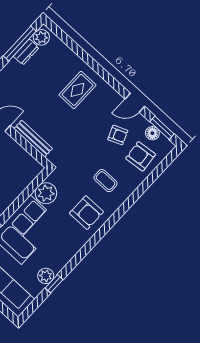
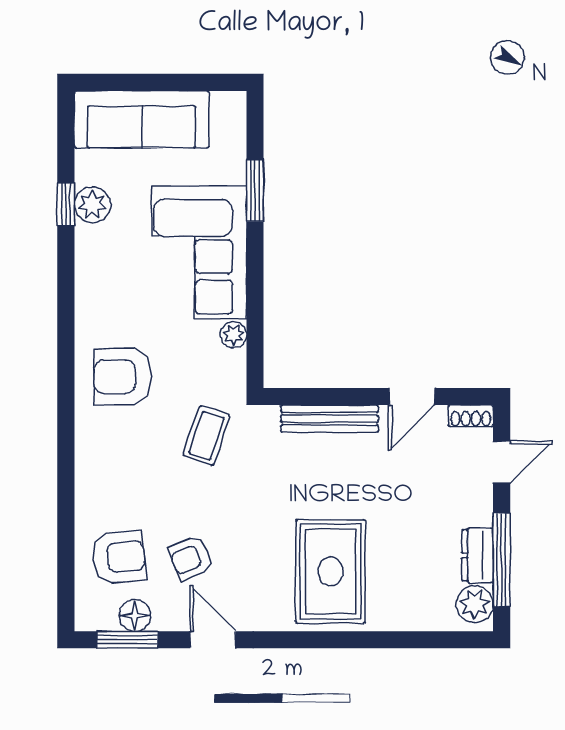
rug: (77, 90) -> (331, 571), width x1.36, depth x1.43
door: (135, 103) -> (213, 640), hinge flipped
coffee table: (106, 181) -> (207, 435), moved, turned -71
plant: (46, 193) -> (233, 335), width x0.53, depth x0.53

